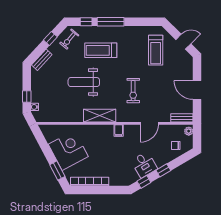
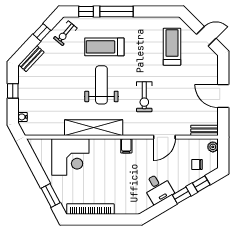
treadmill: (156, 50) -> (172, 47), turned 180
weight bench: (84, 82) -> (101, 85), moved, turned 90
window: (27, 97) -> (13, 91), moved
shelving: (100, 116) -> (94, 128), width x1.47
corner desk: (68, 150) -> (70, 157), moved, turned 118
window: (144, 182) -> (201, 184), moved

